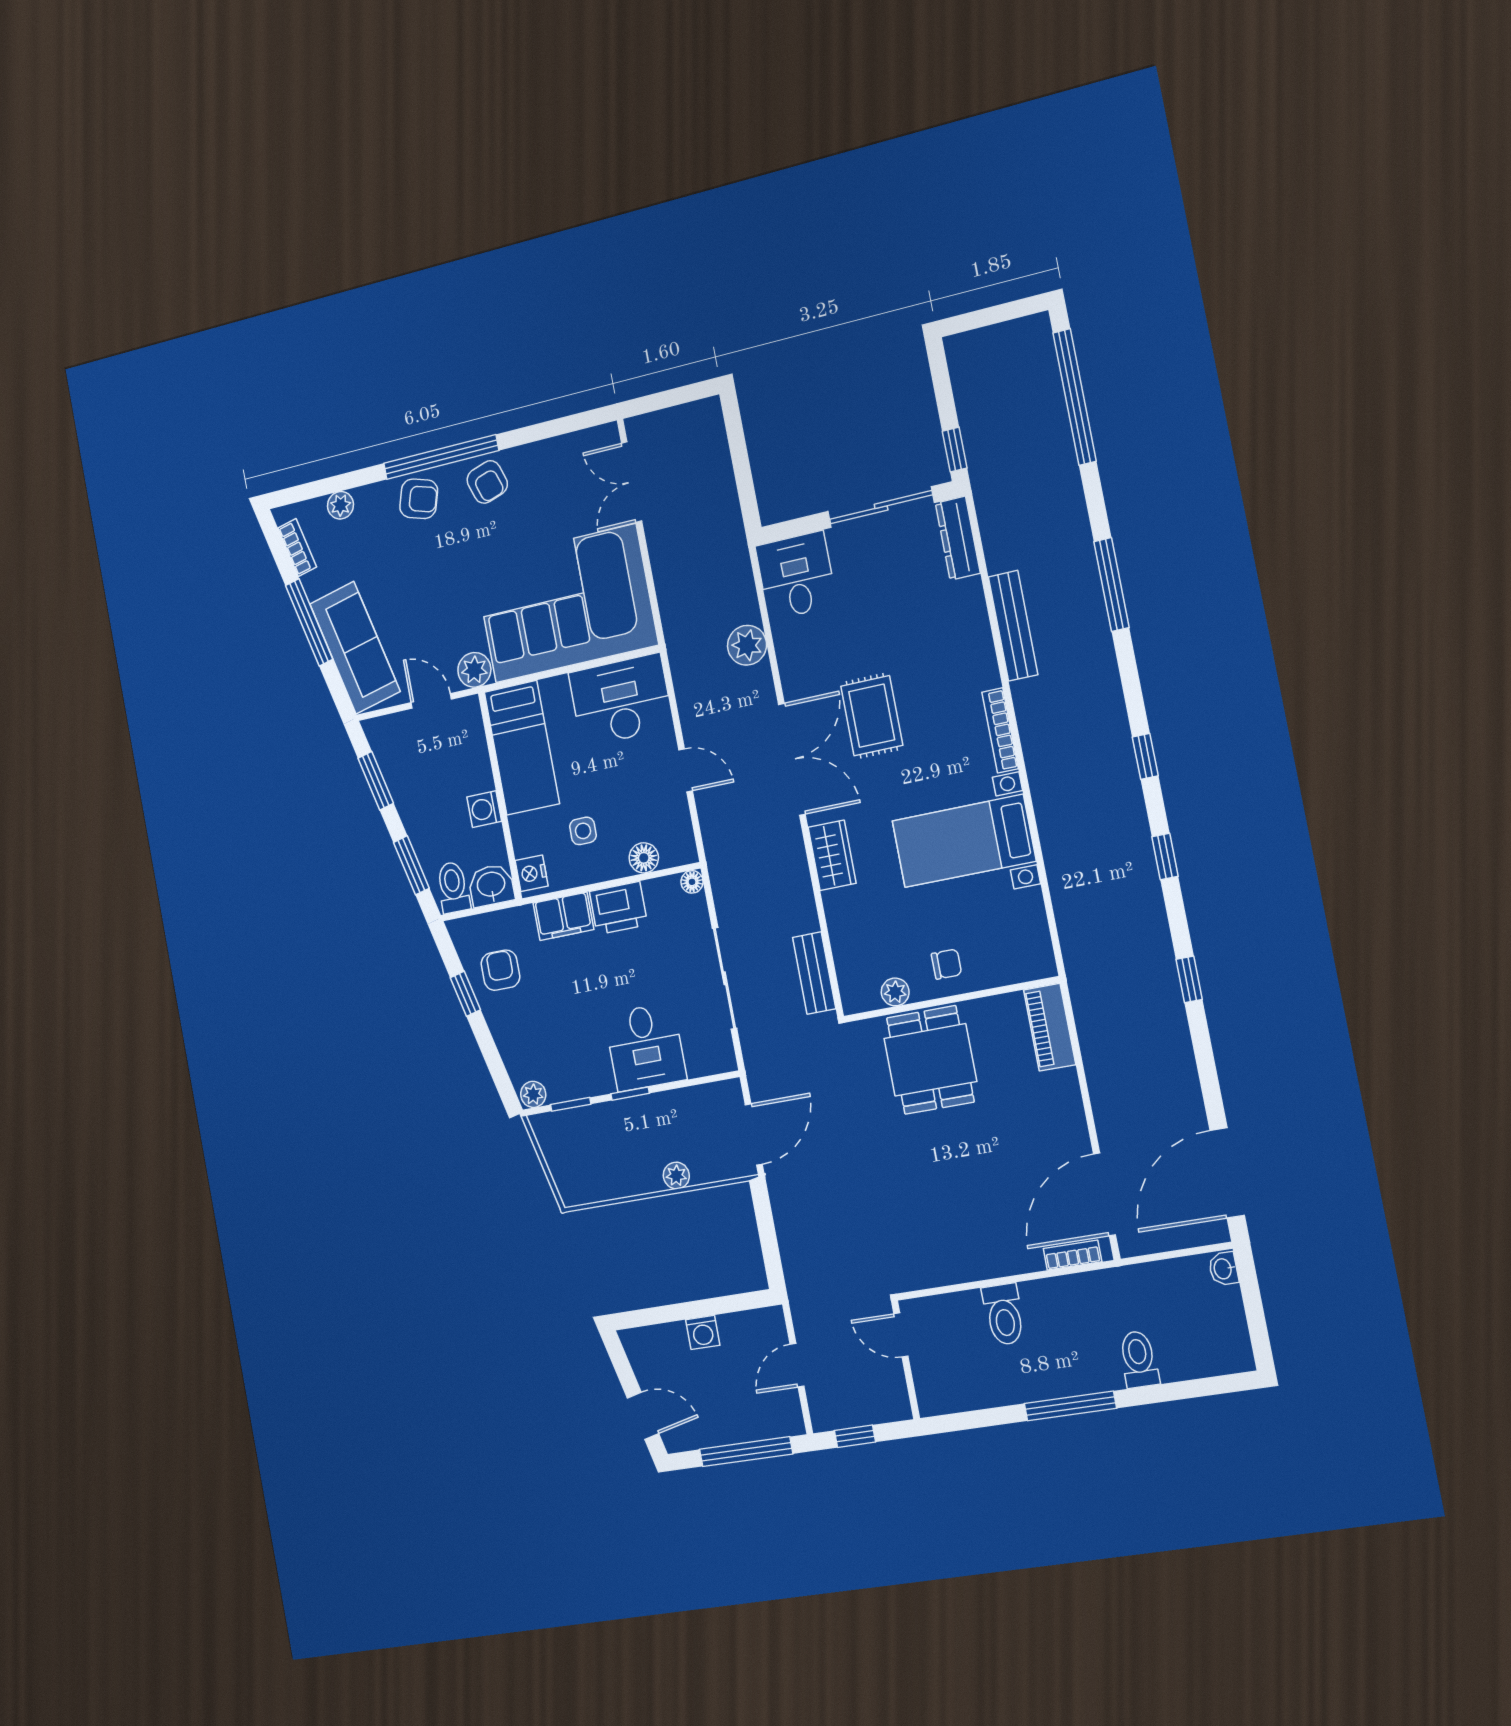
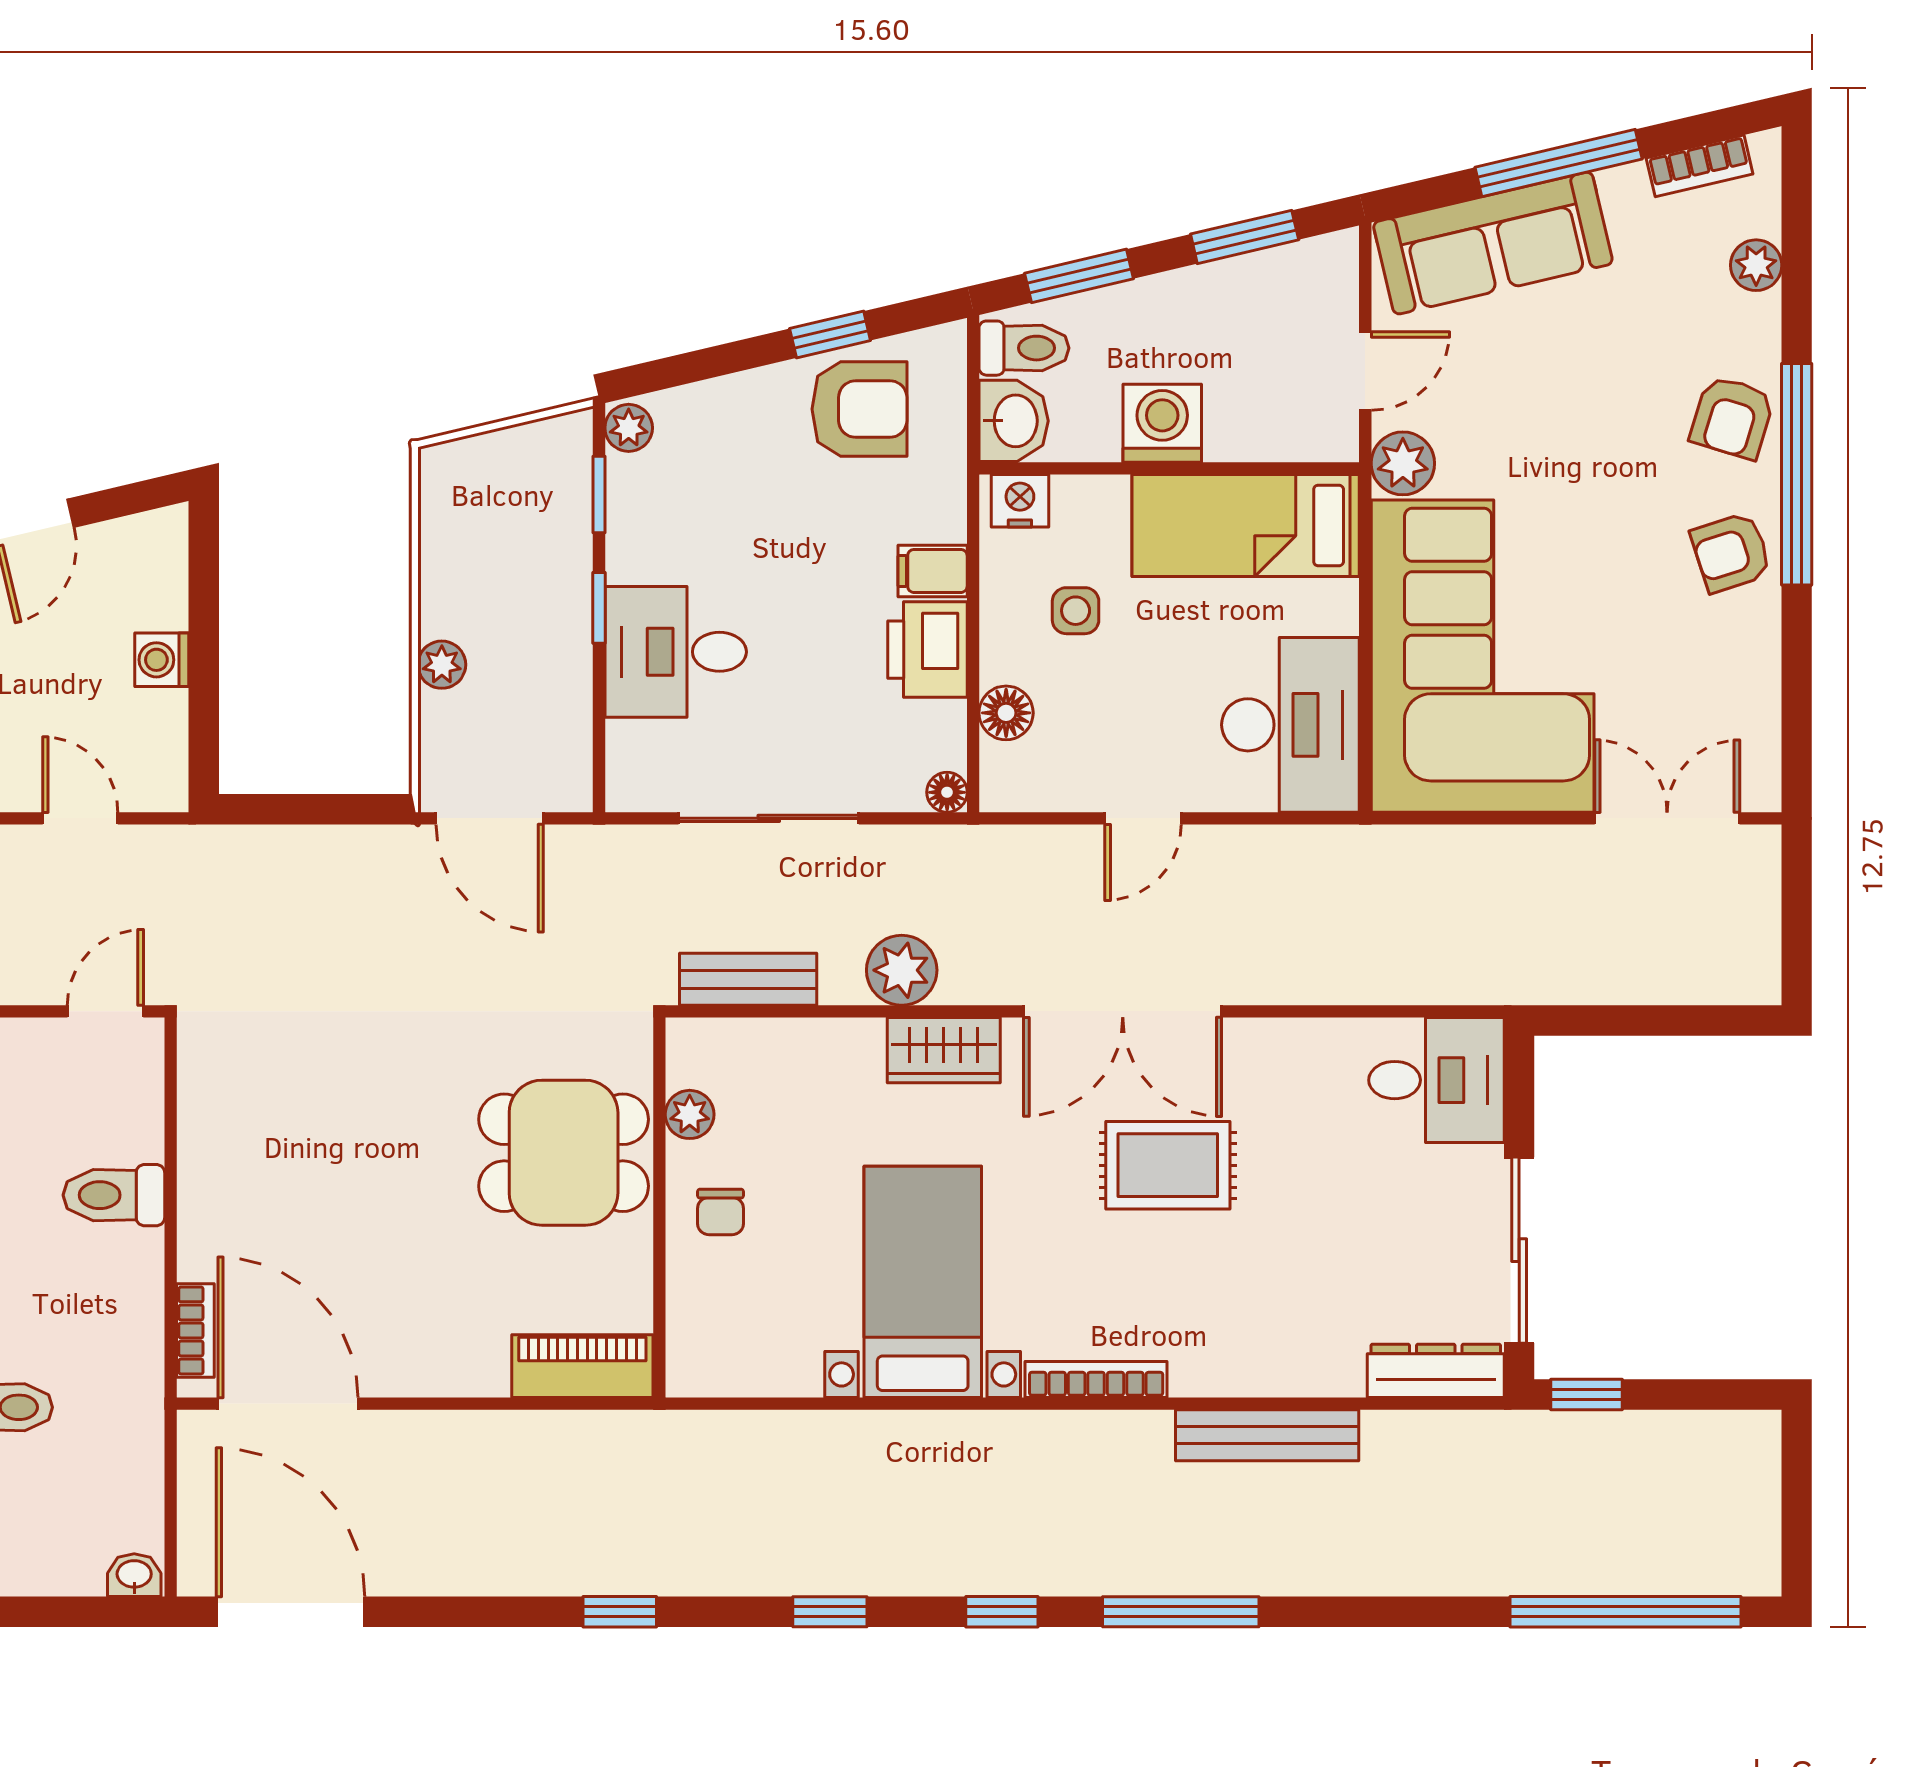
window: (1111, 585) -> (1181, 1612), moved
plant: (747, 645) -> (902, 970), moved
washing machine: (484, 809) -> (1162, 423), width x1.38, depth x1.38
filing cabinet: (563, 916) -> (933, 571), width x0.50
armchair: (500, 970) -> (860, 409), width x1.38, depth x1.38

